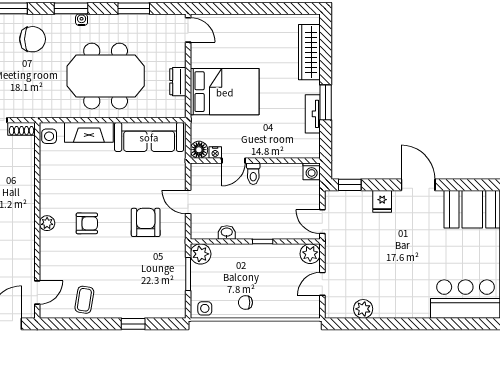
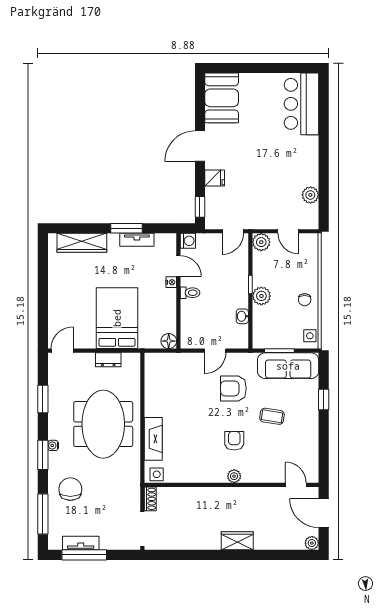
sofa: (149, 137) -> (288, 366), moved, turned 90
nightstand: (215, 153) -> (171, 282), moved
door: (233, 161) -> (178, 266), moved
plant: (201, 254) -> (261, 296), moved
coffee table: (84, 300) -> (272, 416), moved

